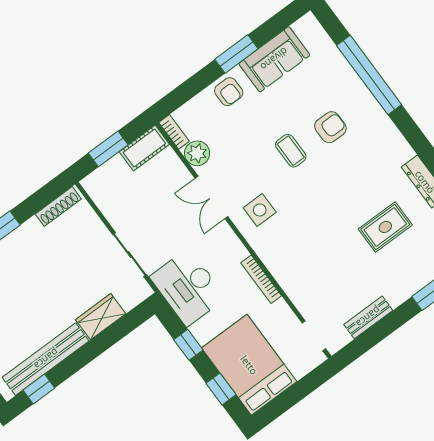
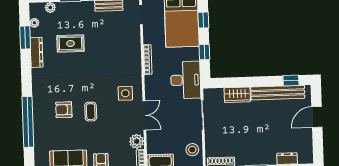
stool: (111, 196) -> (192, 150), added

